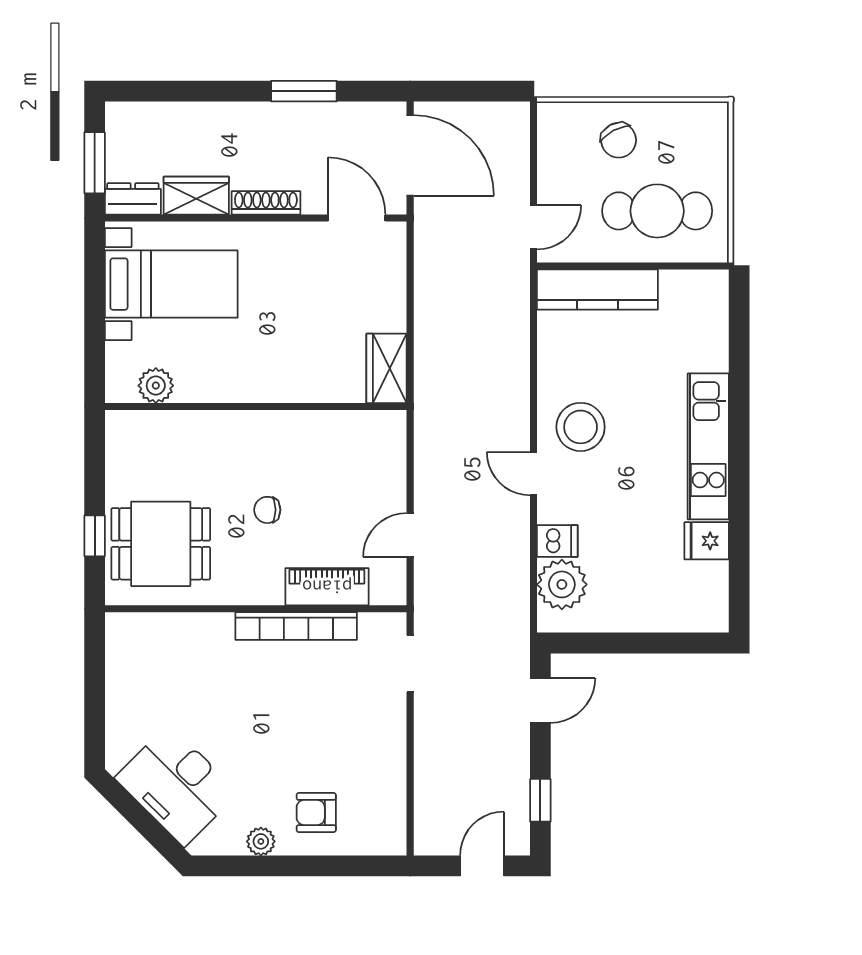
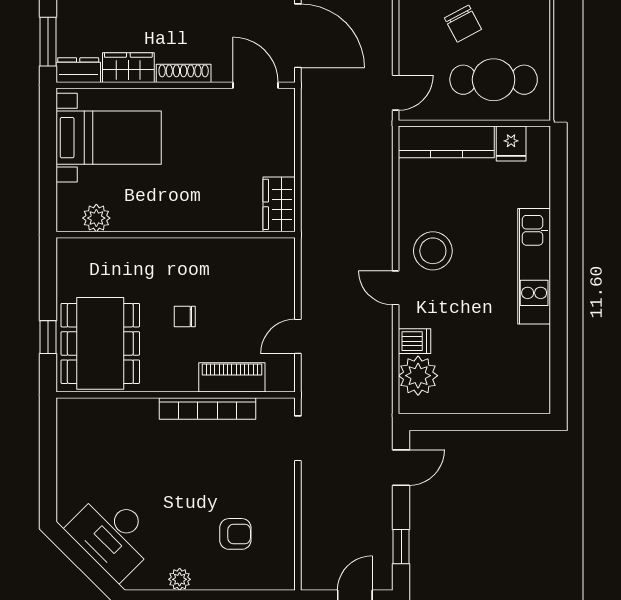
fridge: (707, 541) -> (511, 144), moved, turned -90
dining table: (161, 544) -> (100, 343), width x1.38
armchair: (316, 813) -> (235, 534), moved, turned 180

